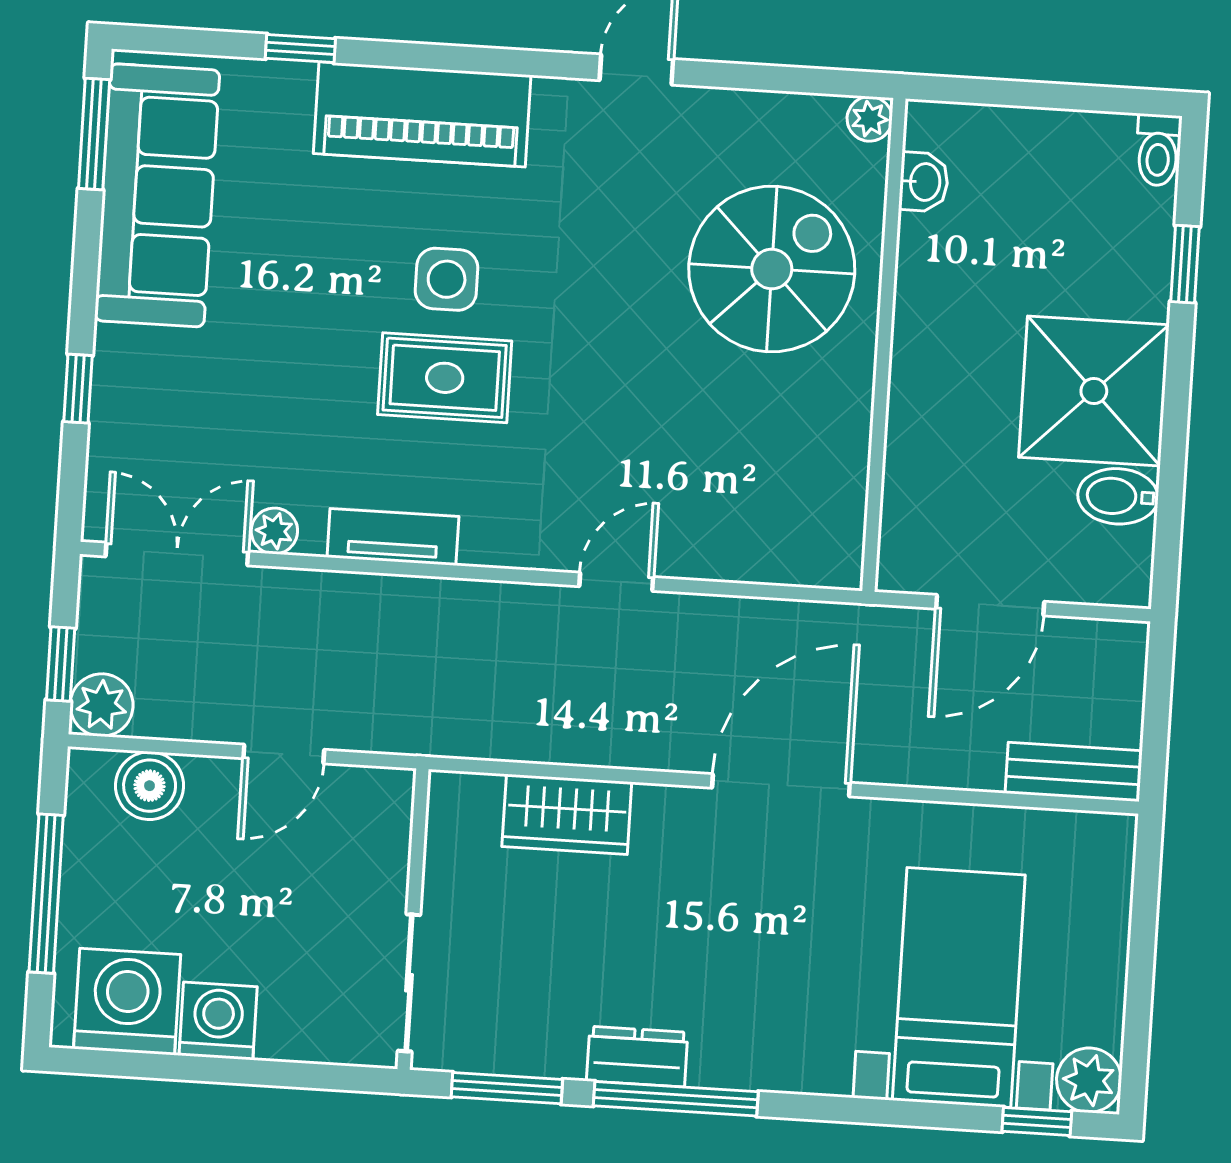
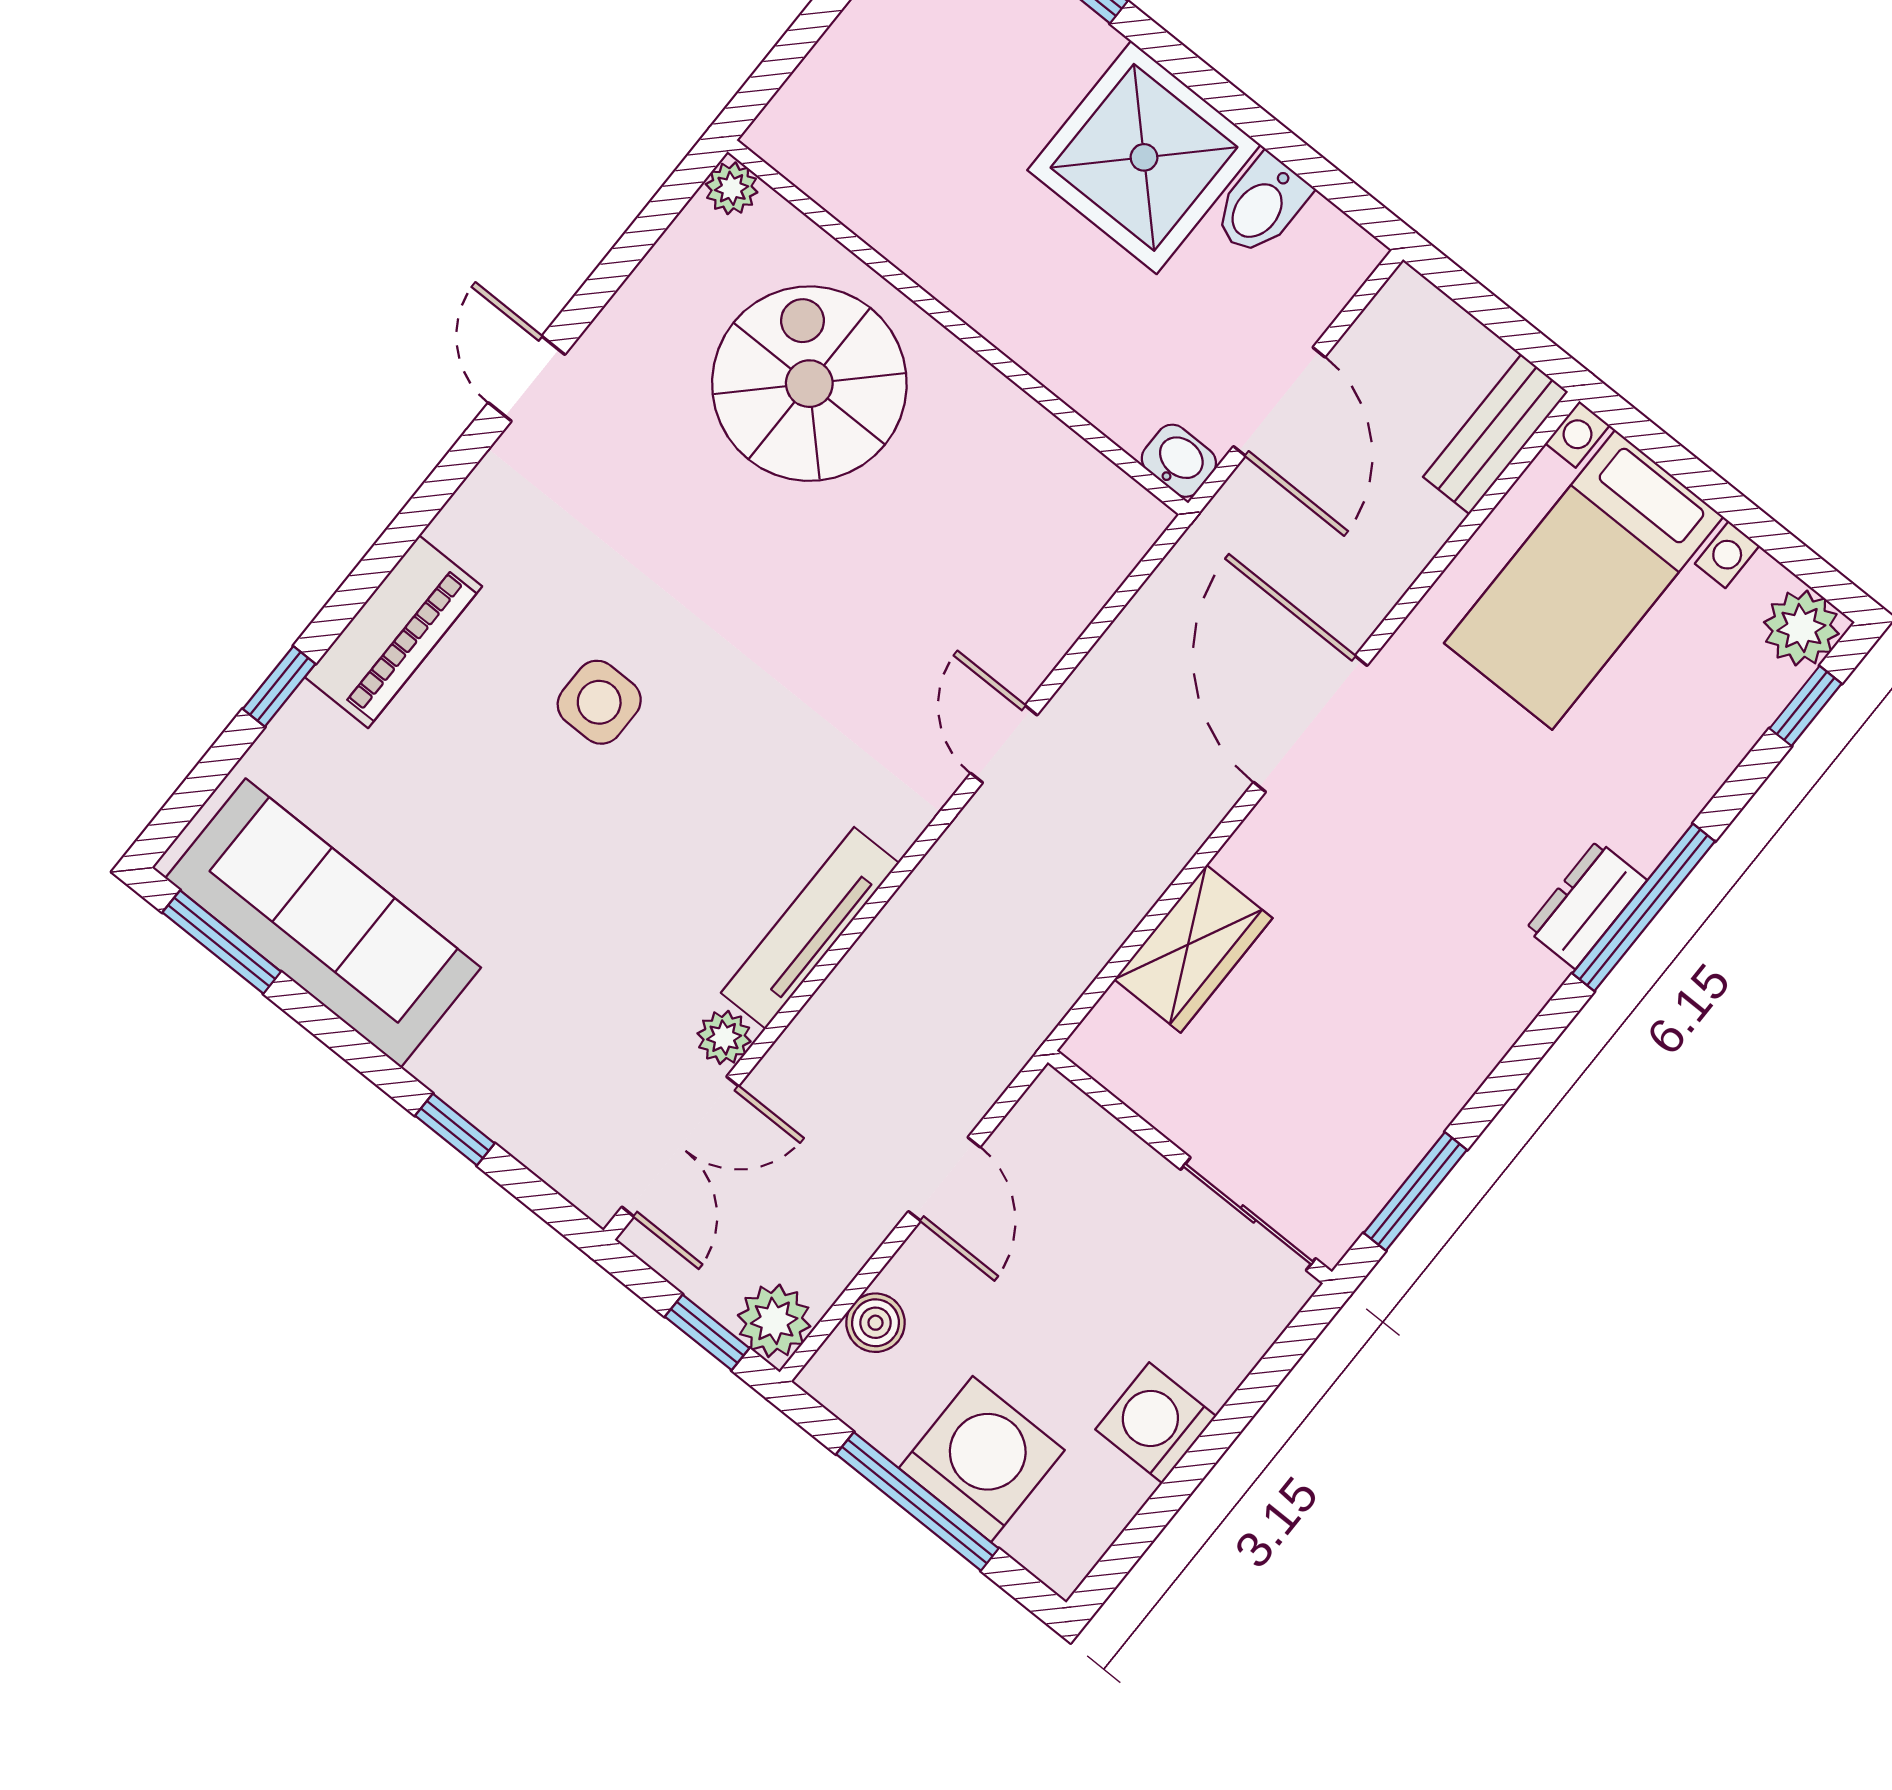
piano: (422, 114) -> (393, 632), width x0.73, depth x0.75
washbasin: (924, 182) -> (1179, 461), moved
rug: (445, 378) -> (692, 771), removed
tv unit: (393, 537) -> (810, 928), width x1.41
double door: (177, 554) -> (680, 1147), swing flipped
boiler: (150, 786) -> (875, 1323), width x0.73, depth x0.73
bed with nightstands: (959, 988) -> (1584, 580), moved, turned -90
washing machine: (127, 1002) -> (982, 1459), moved, turned 90
dresser: (637, 1057) -> (1586, 905), moved
window: (676, 1099) -> (1644, 907), moved

